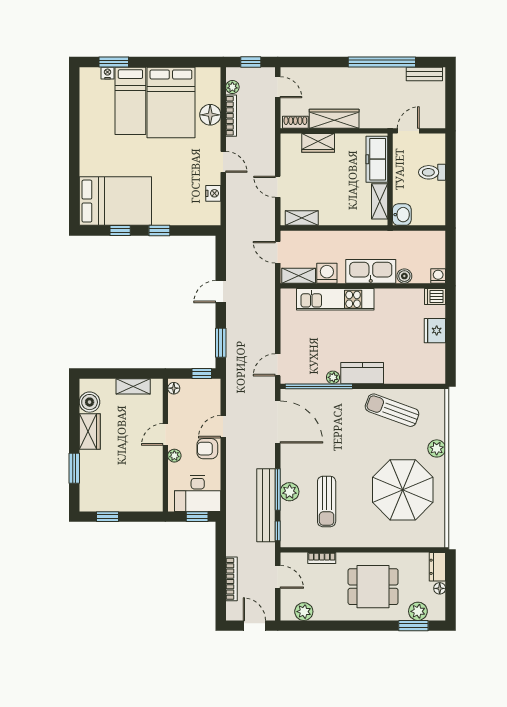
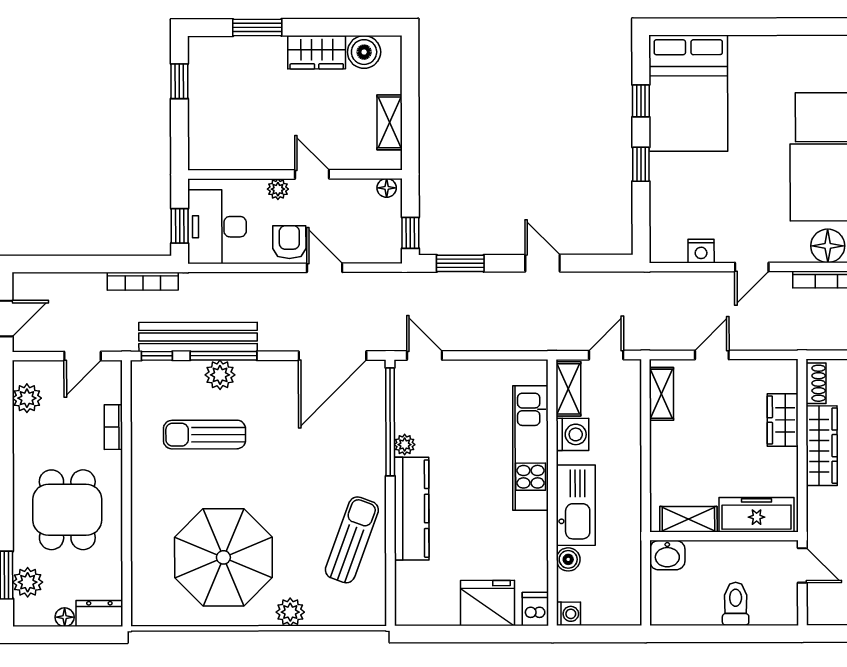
fridge: (435, 331) -> (488, 603), width x1.36, depth x1.34
kitchen counter: (362, 373) -> (412, 509), width x1.50
bookcase: (231, 579) -> (143, 281), moved

